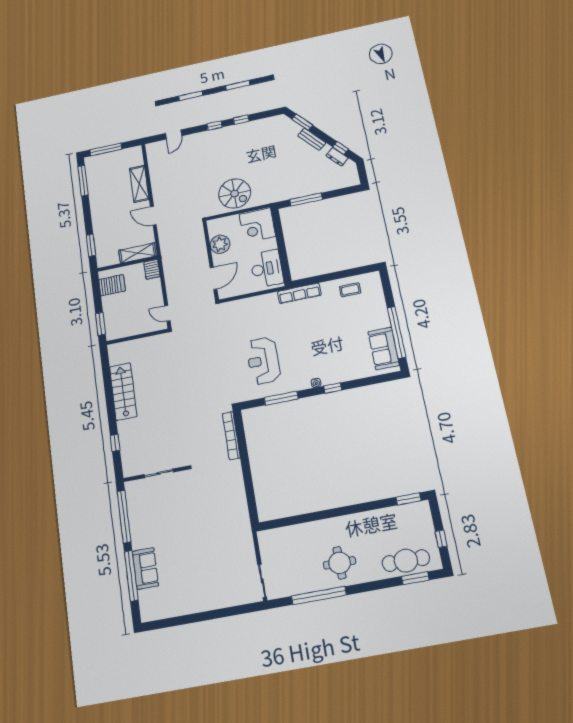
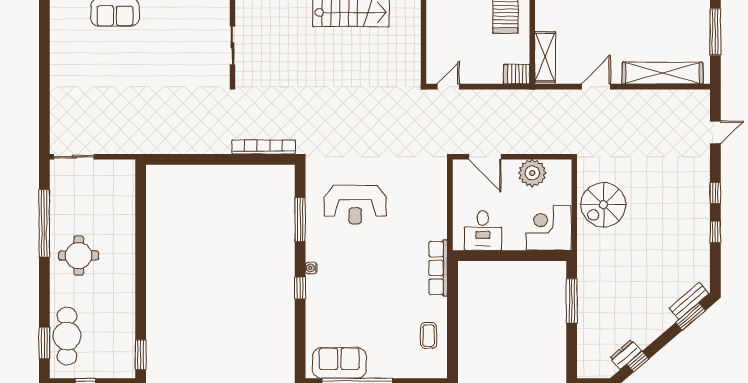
door: (174, 135) -> (715, 132), swing flipped
bench: (312, 139) -> (689, 301), moved
shelving: (139, 184) -> (662, 73), width x1.47
desk: (267, 269) -> (483, 230), width x0.73
reception desk: (263, 361) -> (355, 205), turned 180

